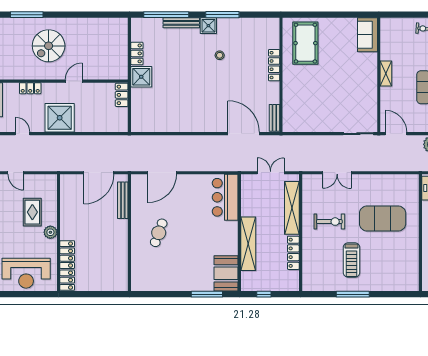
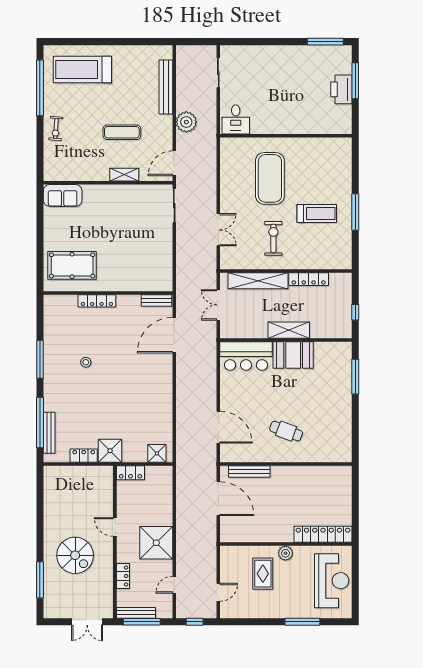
bench: (181, 23) -> (49, 433), moved
shower: (208, 26) -> (157, 453), moved
shelving: (386, 73) -> (124, 175), moved
rug: (32, 212) -> (263, 574), turned 90
shelving: (248, 244) -> (289, 330), width x0.68
booth: (226, 273) -> (293, 355), moved

